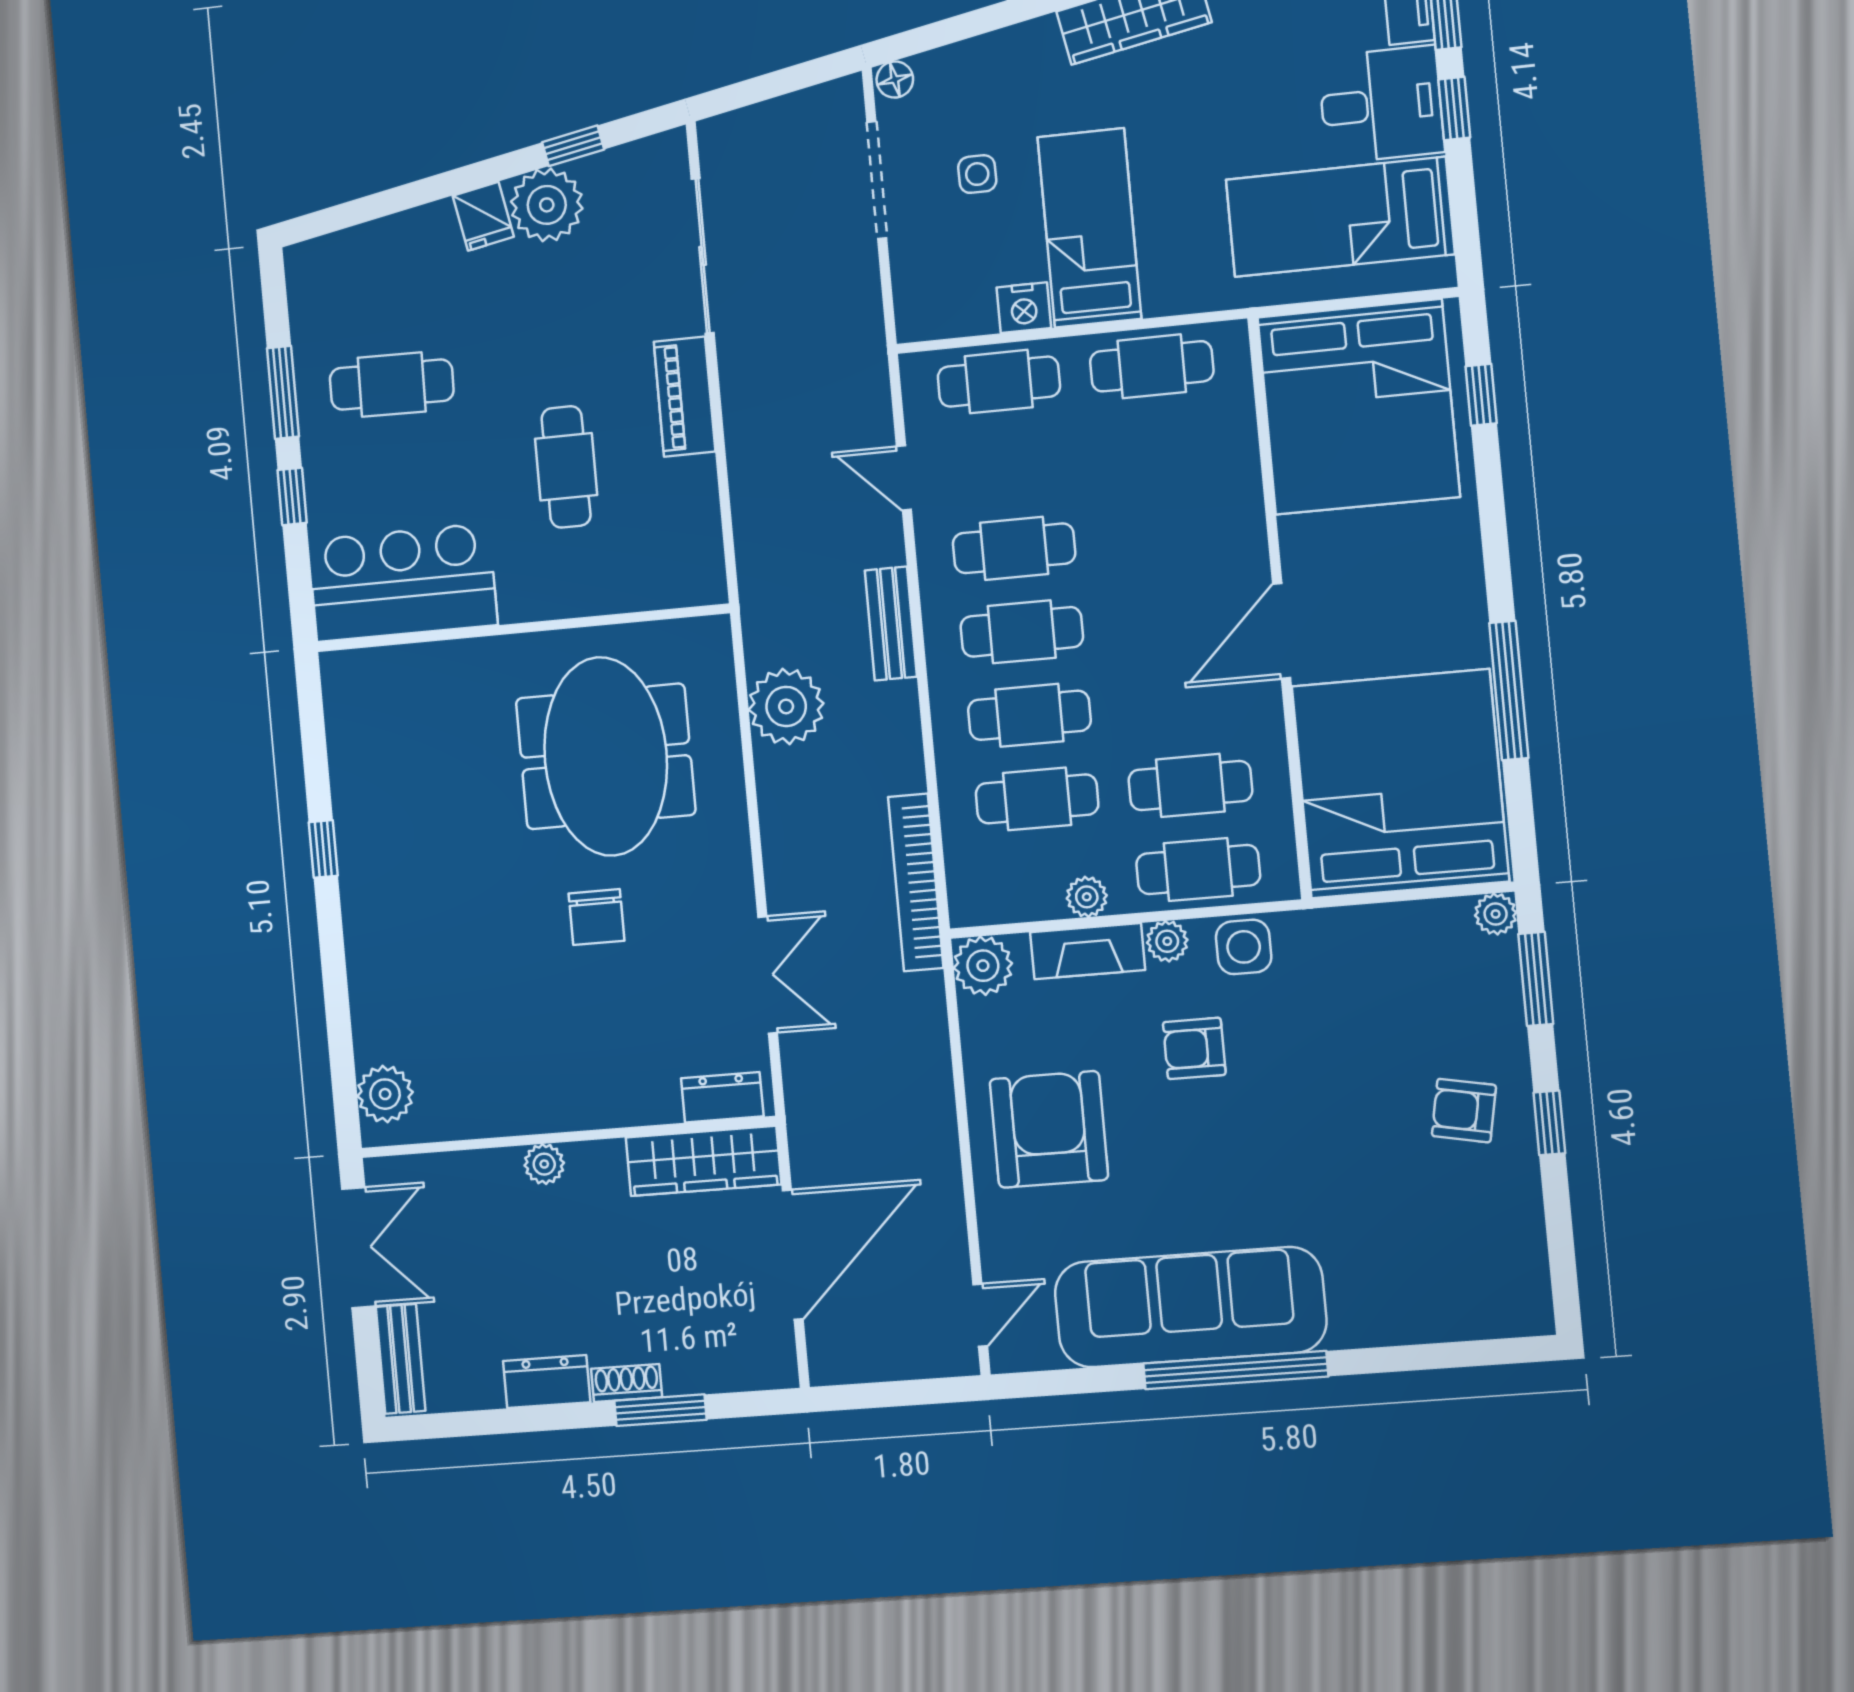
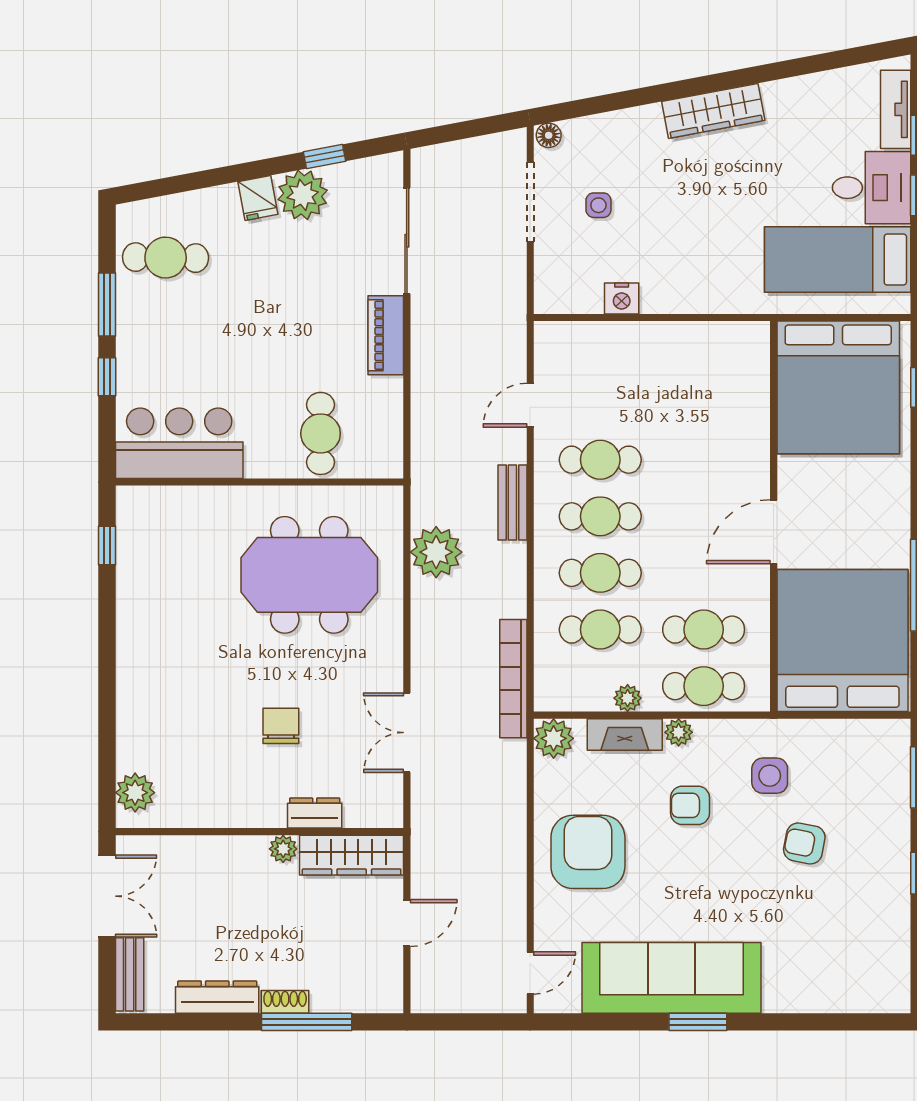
bed: (1089, 228) -> (670, 249), removed
cafe table: (1152, 366) -> (704, 347), removed
cafe table: (999, 382) -> (600, 347), removed
cafe table: (392, 385) -> (166, 258), moved
cafe table: (566, 467) -> (321, 433), moved
door: (904, 478) -> (530, 405), hinge flipped
meeting table: (606, 756) -> (309, 575), turned 90
window: (323, 849) -> (107, 545), moved
plant: (1496, 914) -> (897, 732), removed
chair: (597, 917) -> (281, 726), moved, turned 180
side table: (1244, 947) -> (770, 776), moved
double door: (768, 975) -> (407, 733), swing flipped
dresser: (722, 1097) -> (315, 813), moved
armchair: (1464, 1111) -> (804, 843), moved
plant: (544, 1164) -> (283, 849), moved
door: (793, 1255) -> (407, 923), width x0.53
window: (1236, 1370) -> (698, 1022), width x0.47
dresser: (547, 1382) -> (217, 997), width x1.44
window: (660, 1410) -> (307, 1022), width x1.44

